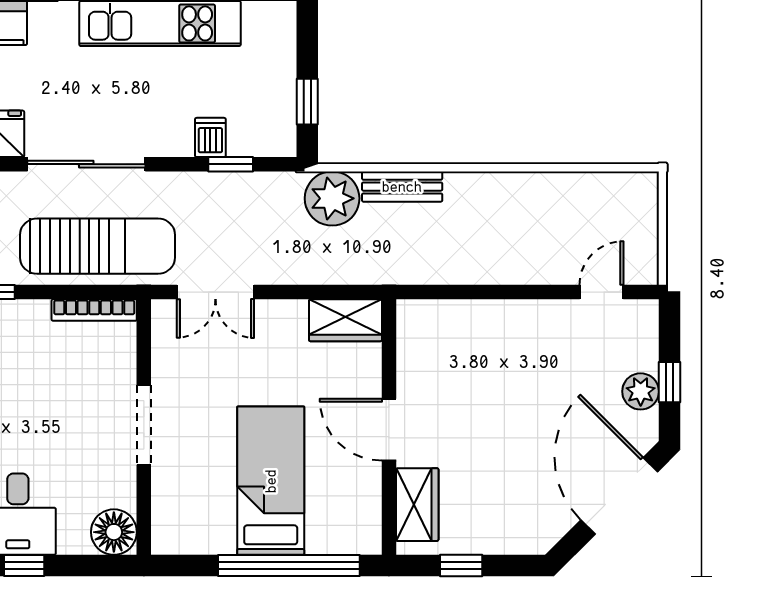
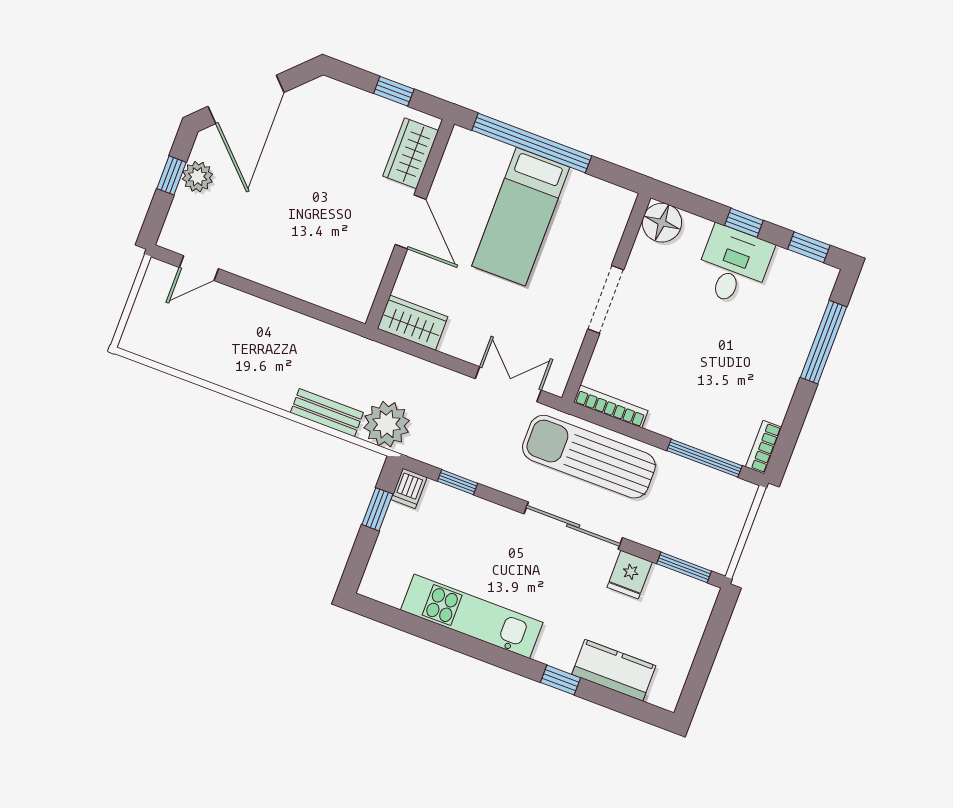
dishwasher: (210, 137) -> (409, 488), moved

